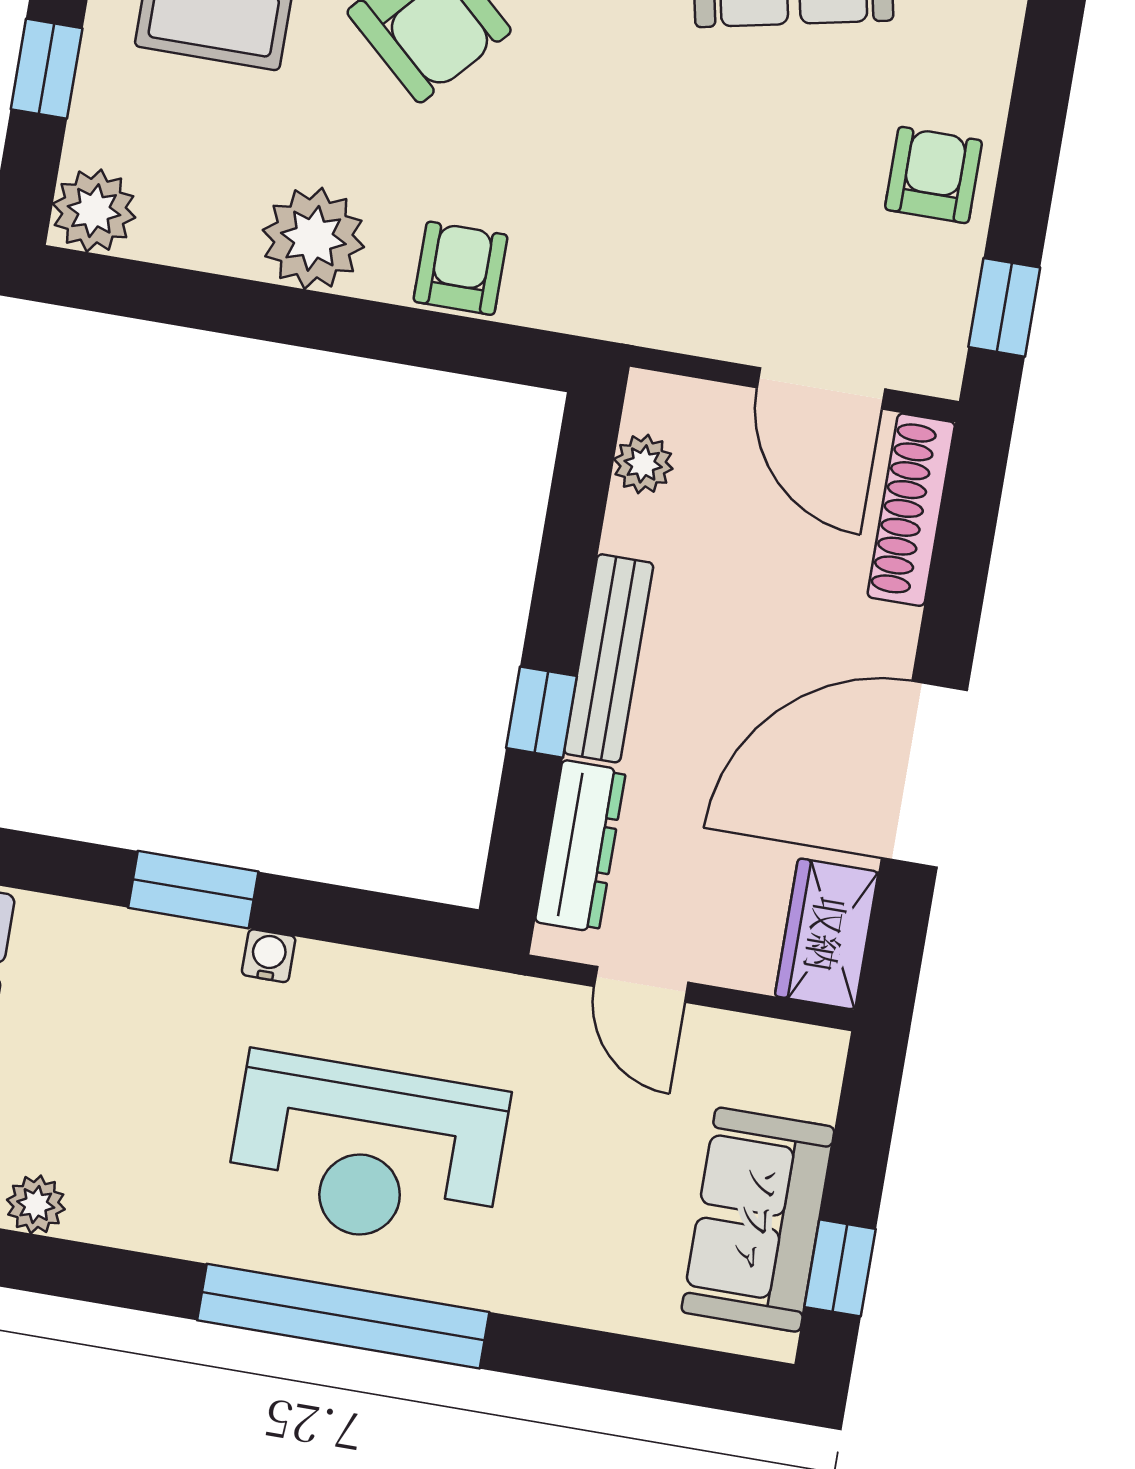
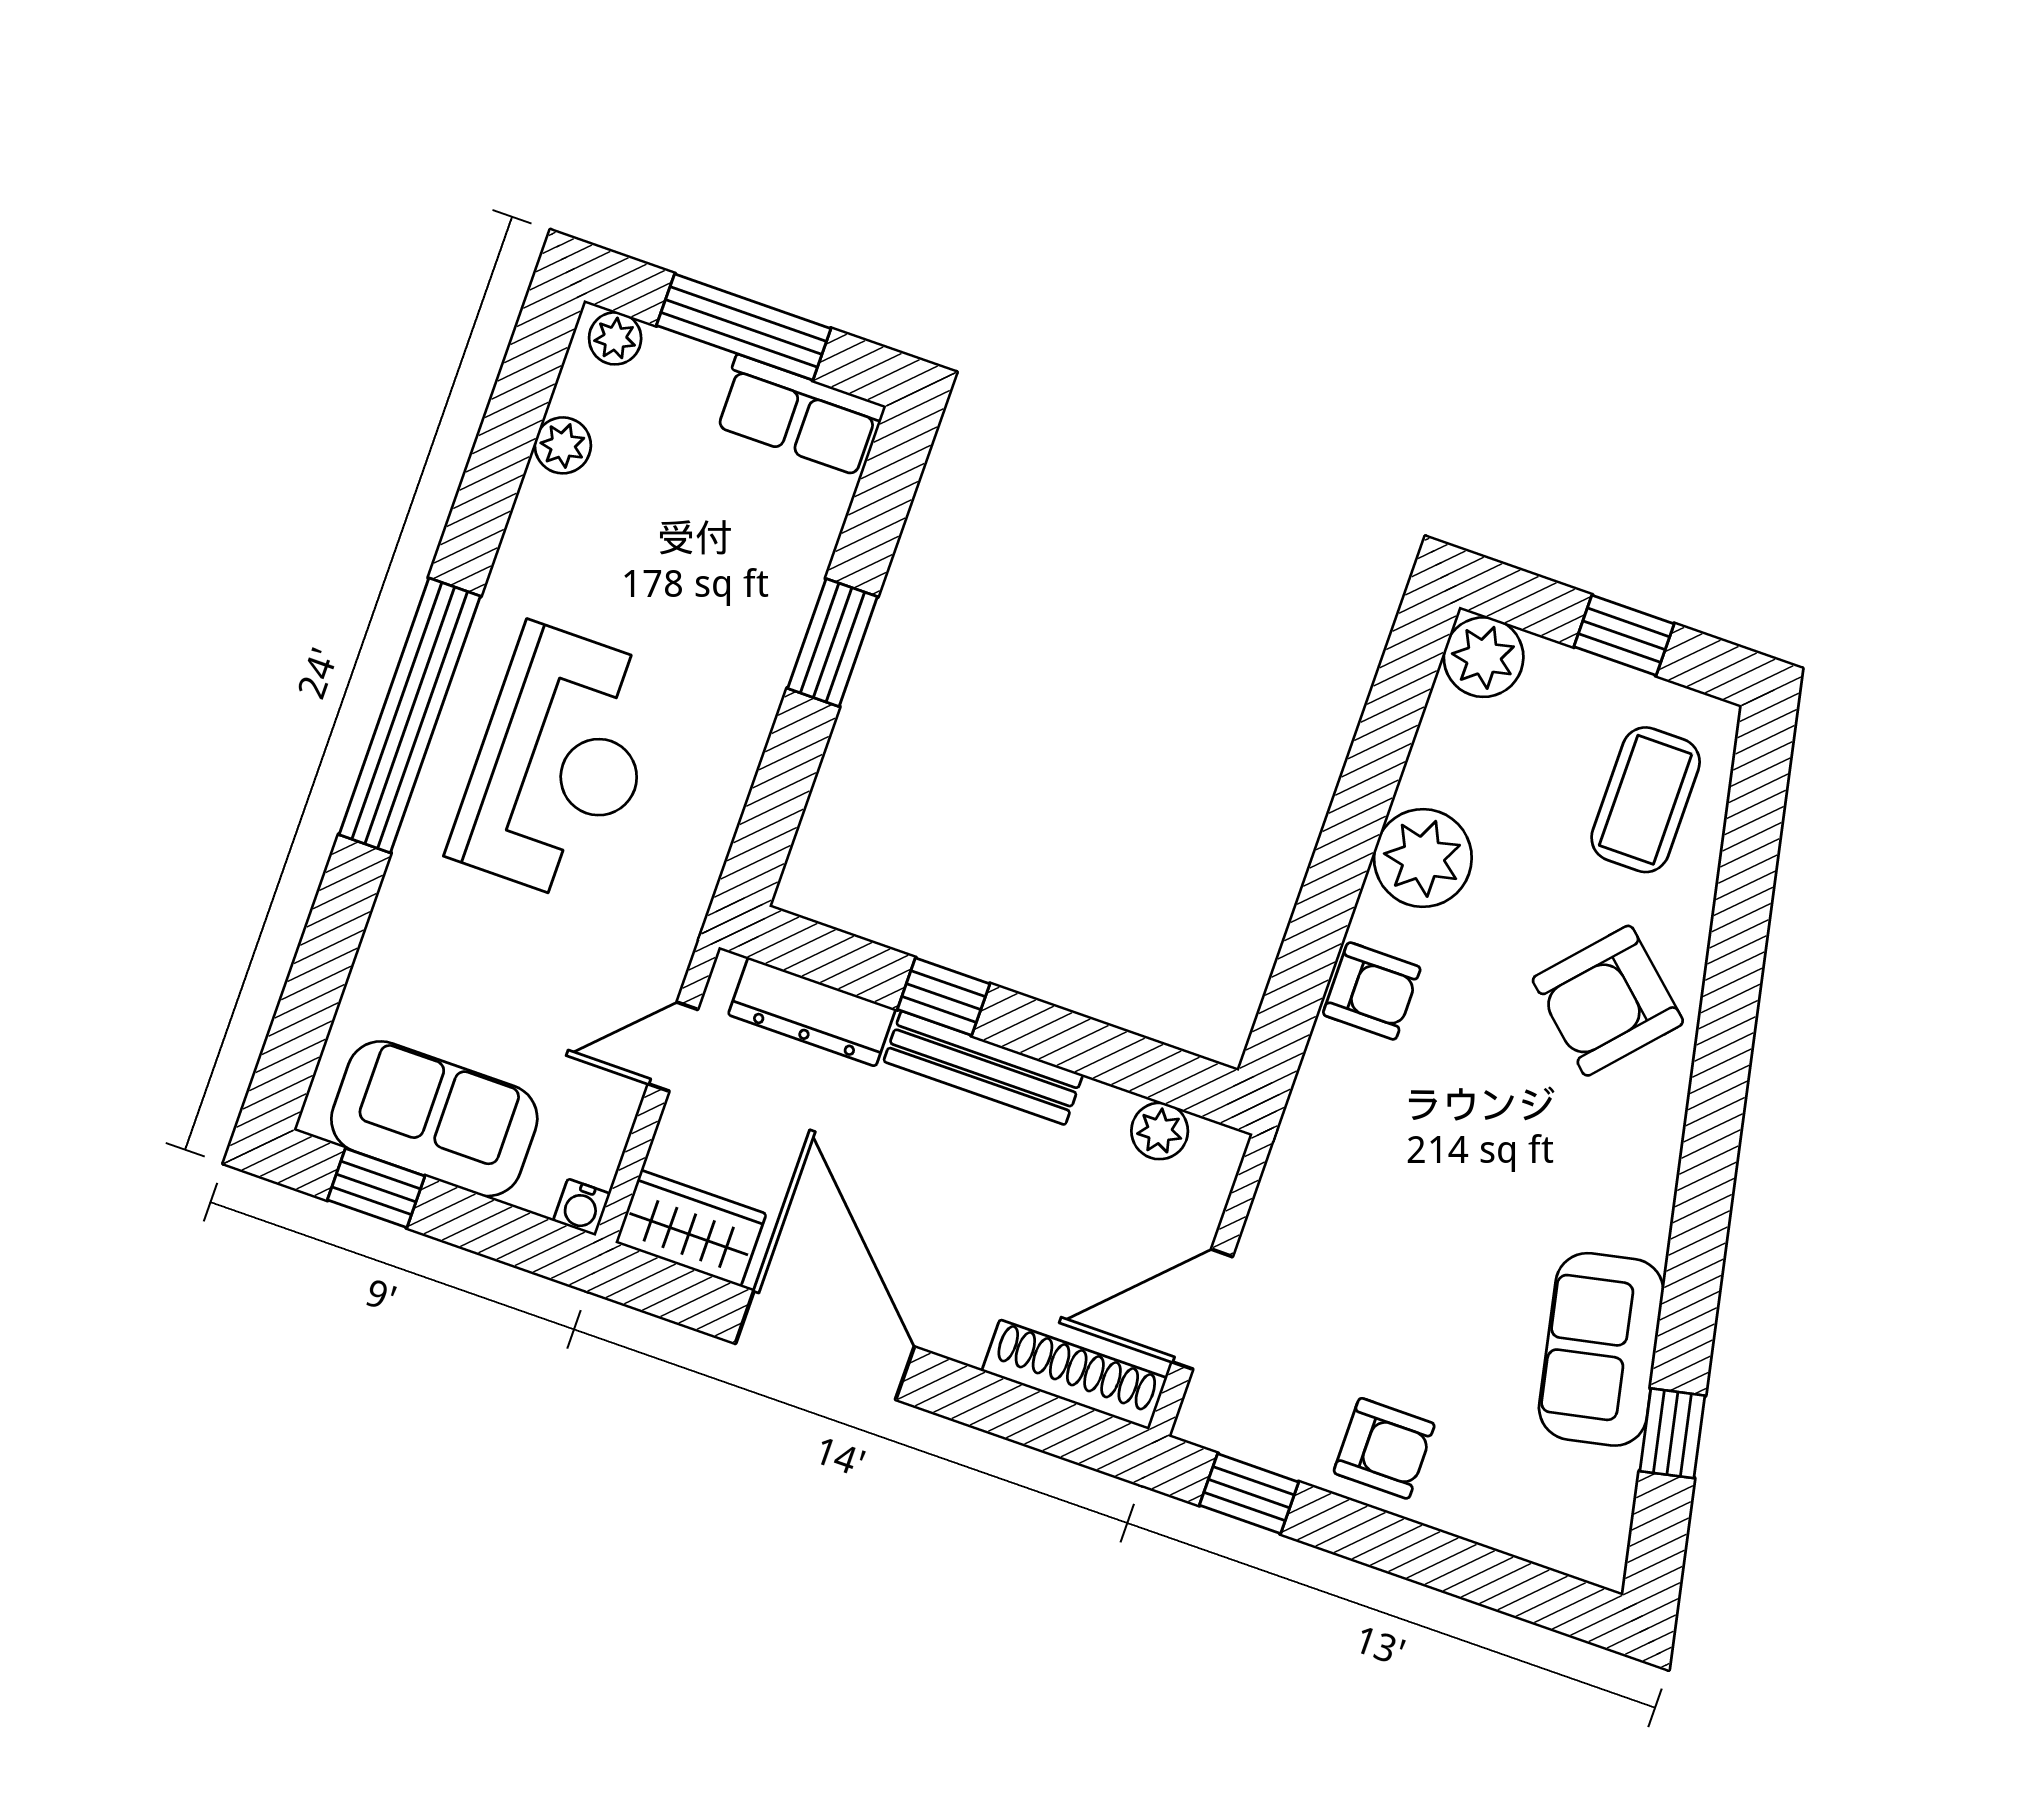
water cooler: (269, 956) -> (582, 1207), moved, turned 90
reception desk: (367, 1152) -> (560, 764), turned 180

